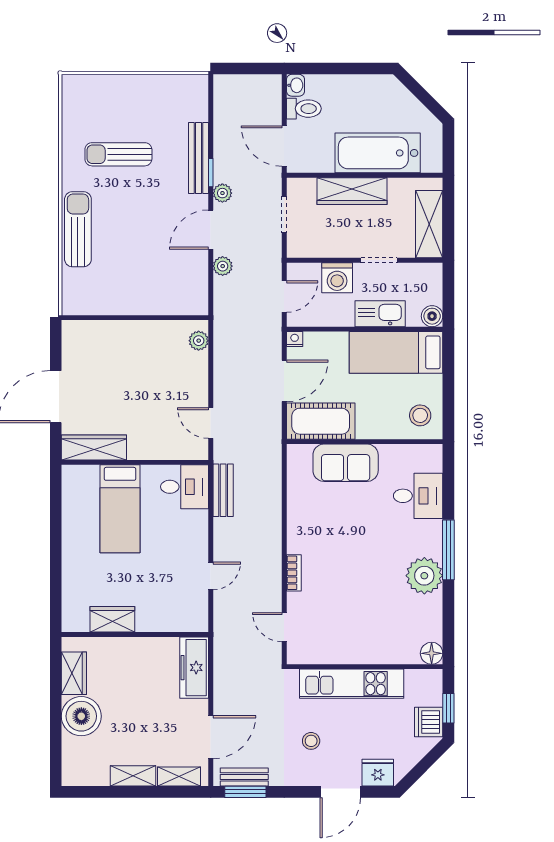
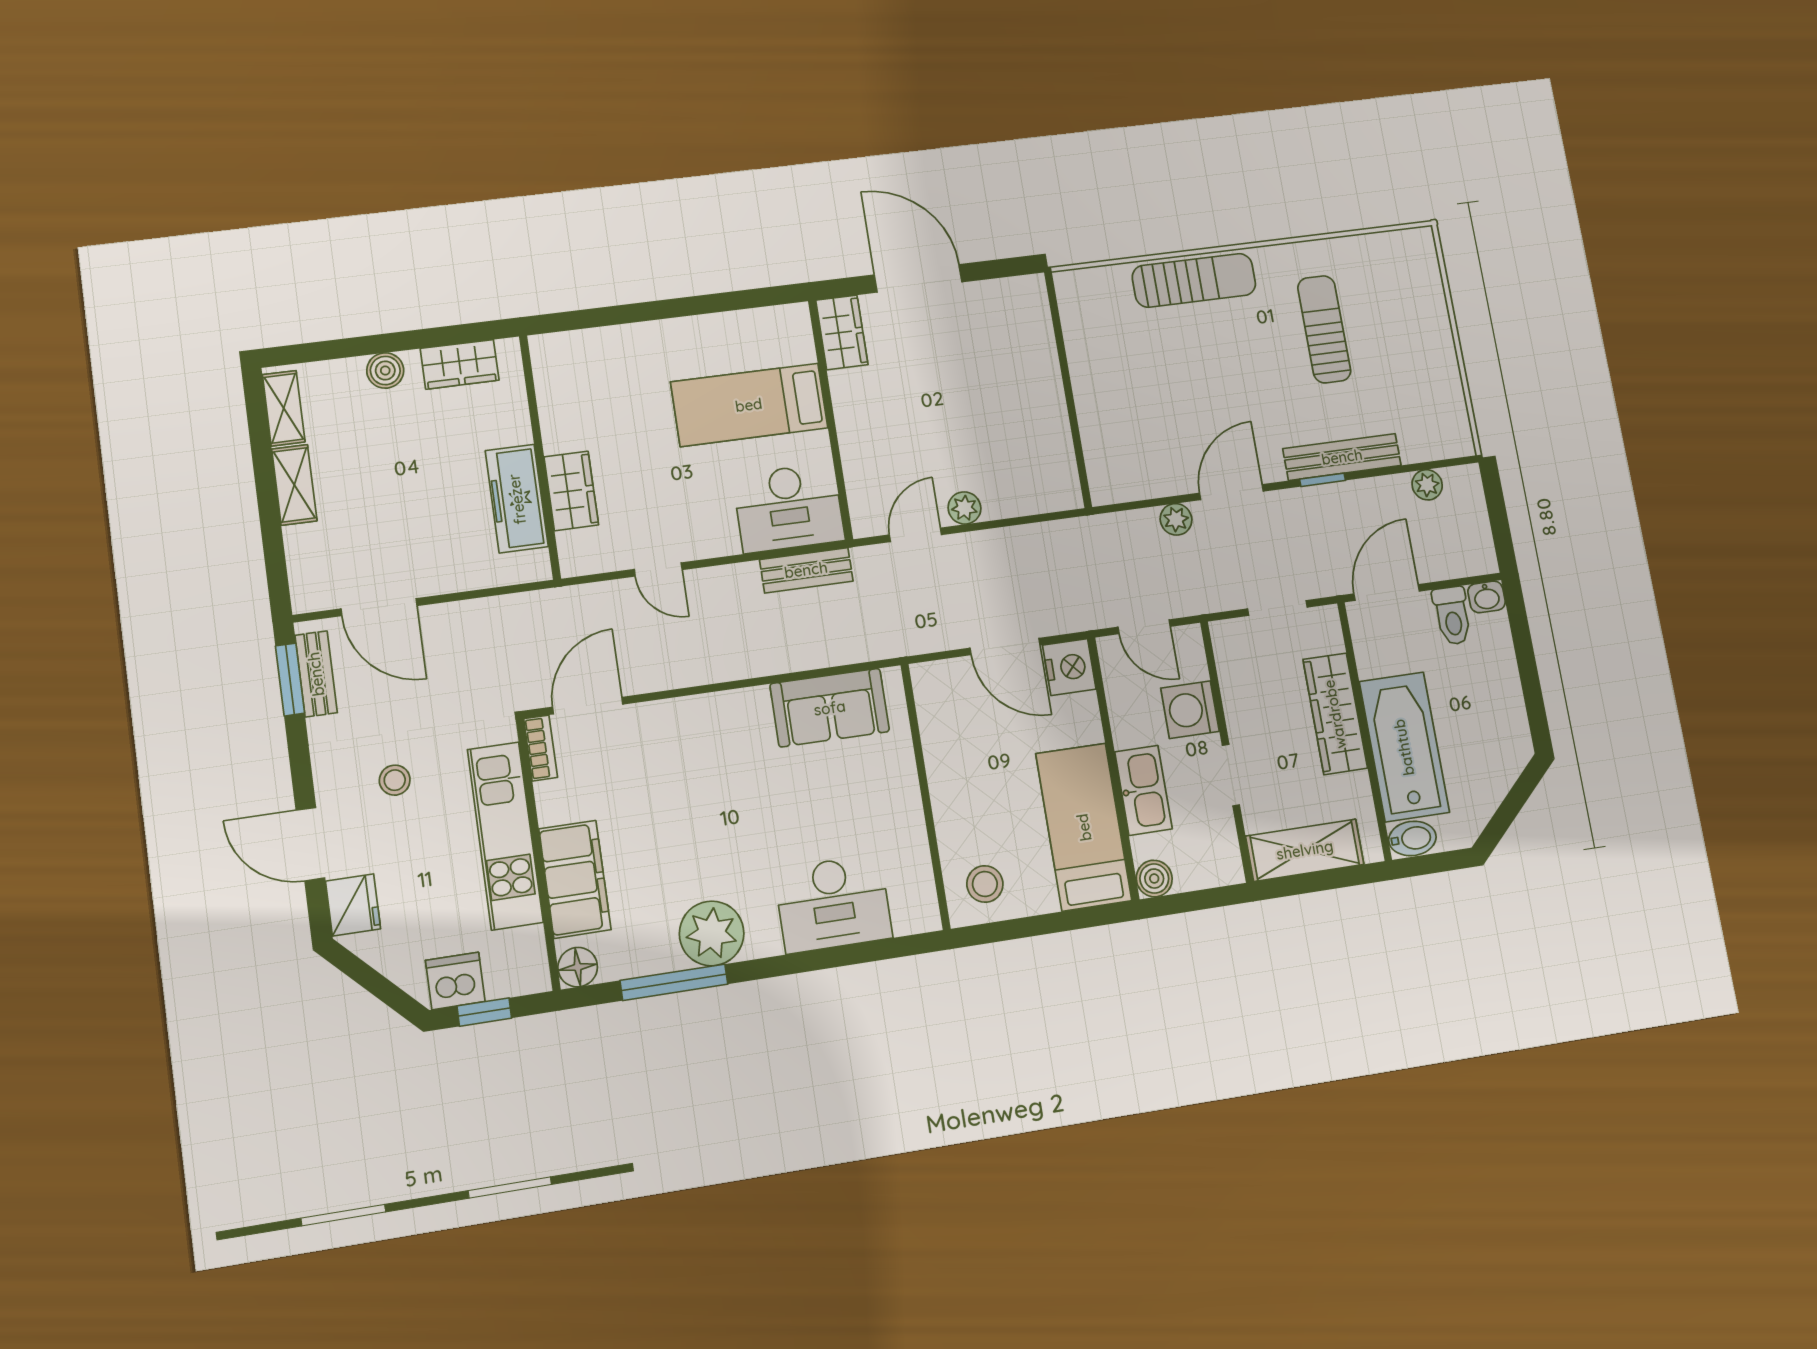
bidet: (432, 158) -> (1412, 838), added
plant: (222, 193) -> (1427, 485), moved
door: (211, 230) -> (1231, 492), hinge flipped
nightstand: (295, 339) -> (1069, 667), width x1.89, depth x1.79
plant: (199, 341) -> (964, 508), moved
cot: (321, 421) -> (948, 717), removed
wardrobe: (94, 447) -> (842, 332), width x0.67
sofa: (346, 463) -> (830, 708), moved, turned -90
desk: (185, 487) -> (789, 508), width x1.37
desk: (418, 496) -> (833, 904), width x1.37
window: (448, 550) -> (674, 982), moved
bookcase: (294, 573) -> (541, 748), moved, turned -90
wardrobe: (112, 619) -> (571, 491), moved
door: (284, 627) -> (588, 706), width x1.38
filing cabinet: (382, 648) -> (575, 879), added
freezer: (194, 668) -> (517, 499), moved, turned -90
boiler: (81, 716) -> (385, 371), width x0.54, depth x0.54
shelving: (179, 776) -> (284, 408), moved

